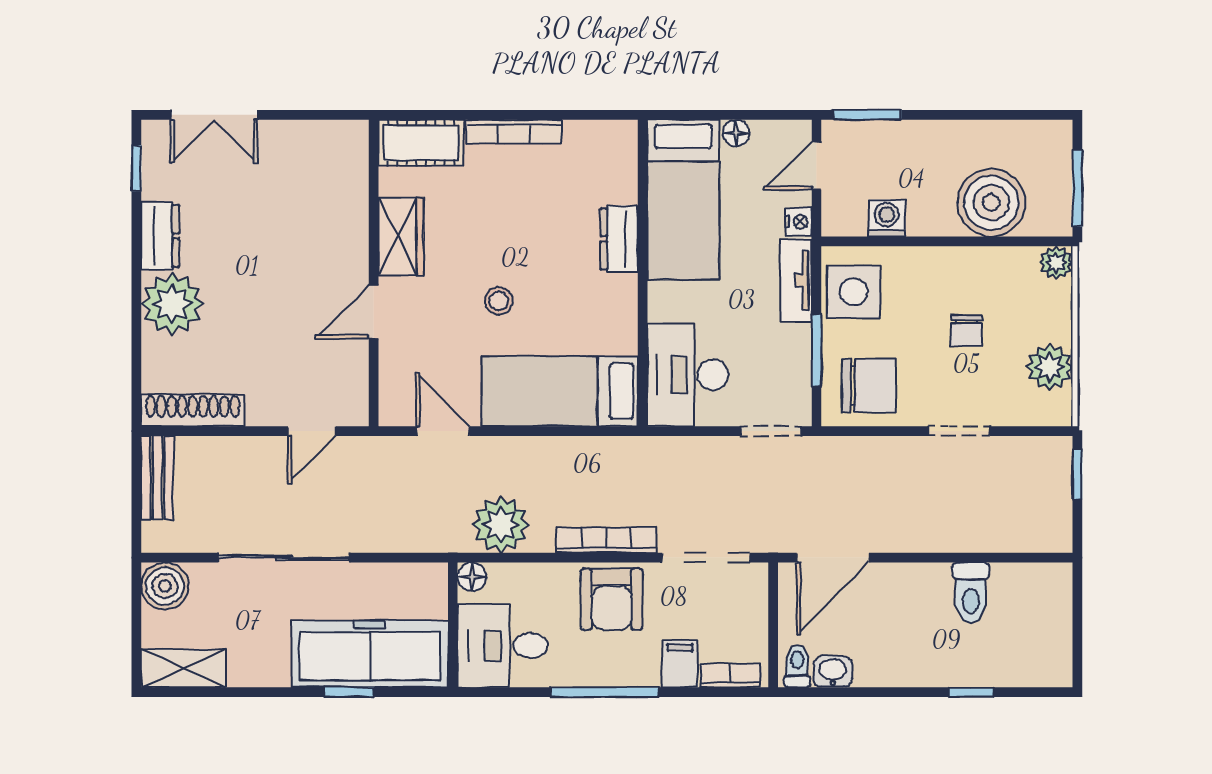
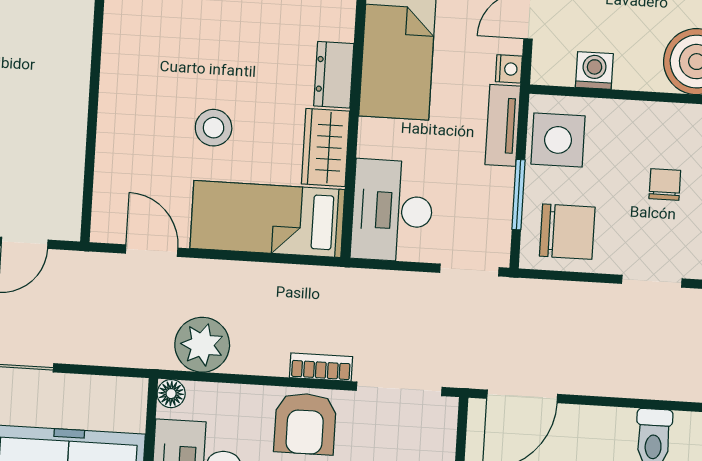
wardrobe: (401, 237) -> (326, 147), moved, turned 180
stool: (499, 301) -> (214, 128), width x1.37, depth x1.37
door: (374, 312) -> (92, 131), removed
chair: (966, 331) -> (665, 184), turned 180
bookcase: (606, 540) -> (321, 367), width x0.64

